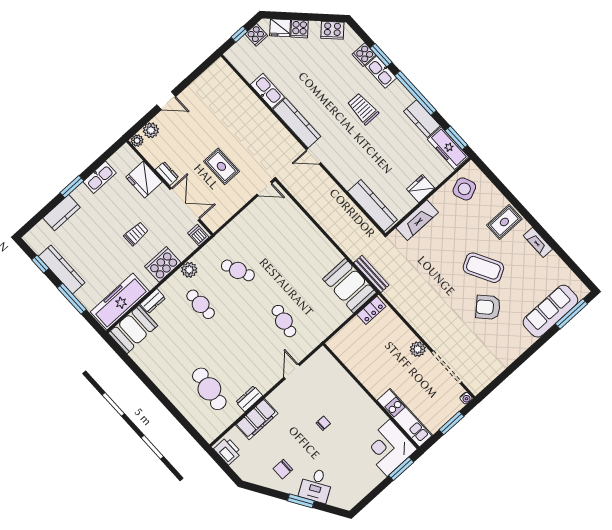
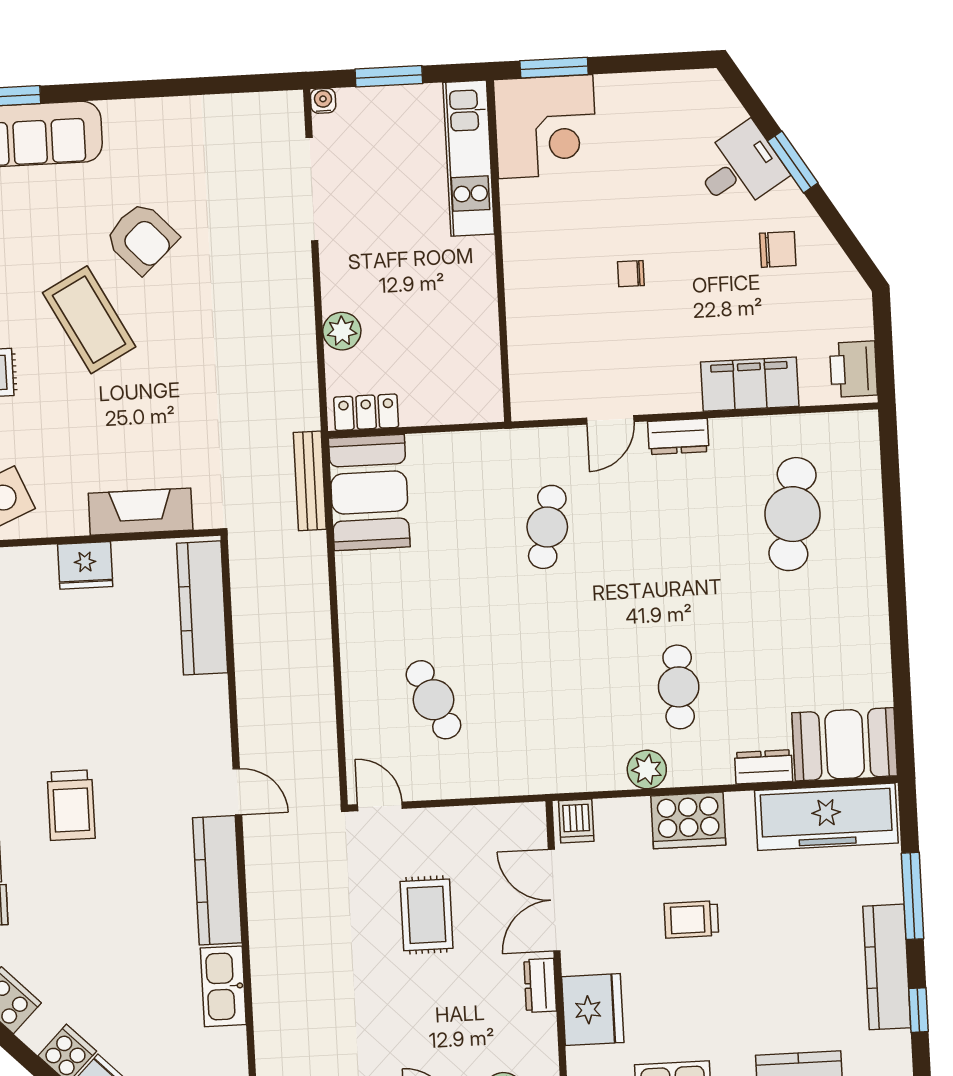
cafe table: (238, 270) -> (433, 700), moved
plant: (418, 349) -> (342, 331), moved
dresser: (249, 399) -> (678, 437), moved

